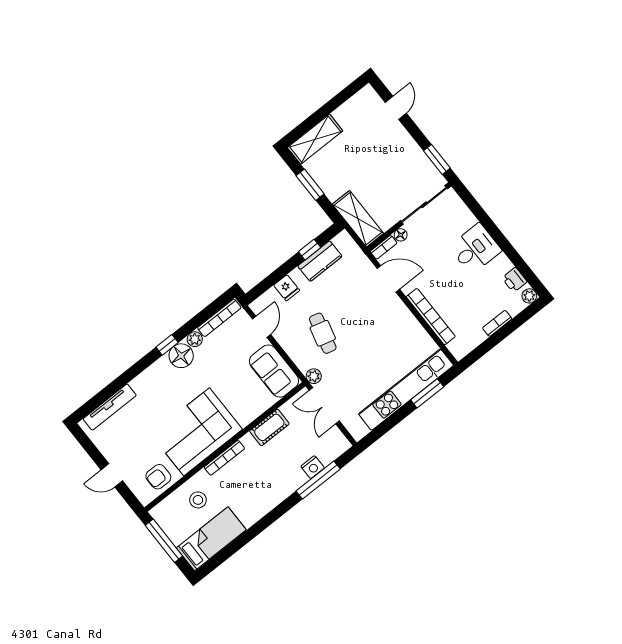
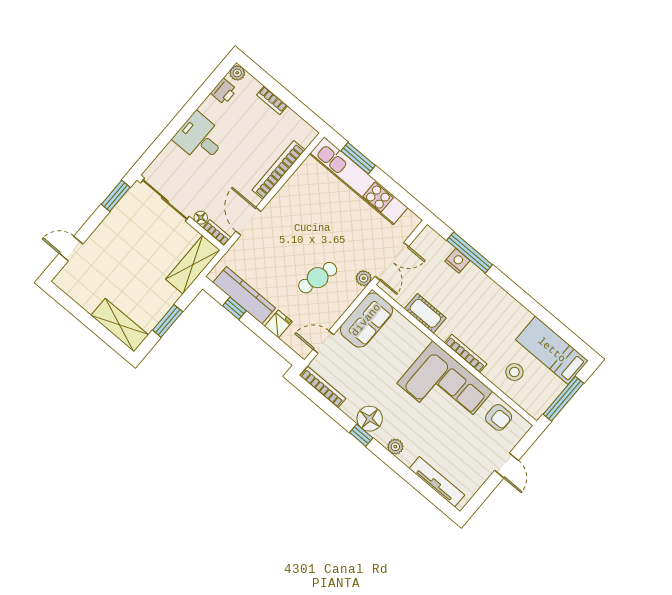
kitchen counter: (320, 261) -> (244, 295), width x1.50
plant: (195, 339) -> (395, 447), moved

